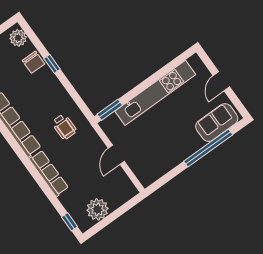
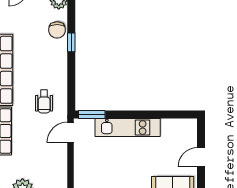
kitchen unit: (155, 93) -> (128, 128), width x0.73
door: (116, 155) -> (71, 132), moved

